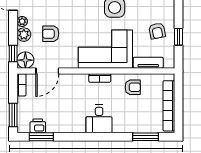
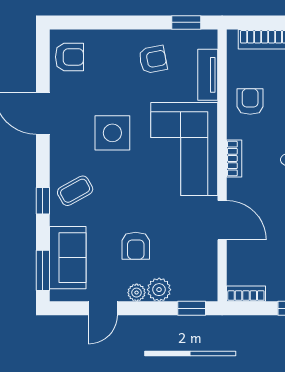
armchair: (51, 34) -> (136, 246), moved
window: (179, 37) -> (186, 22), moved
floor lamp: (25, 60) -> (203, 287), removed
door: (47, 71) -> (222, 220), moved

